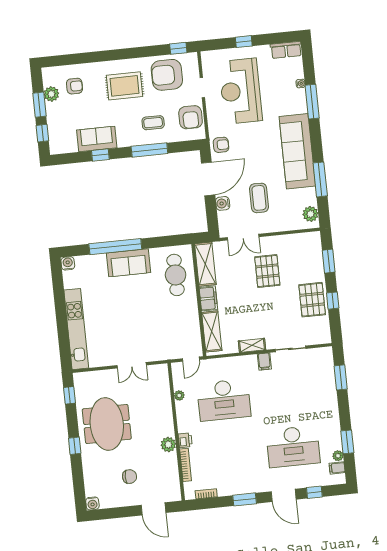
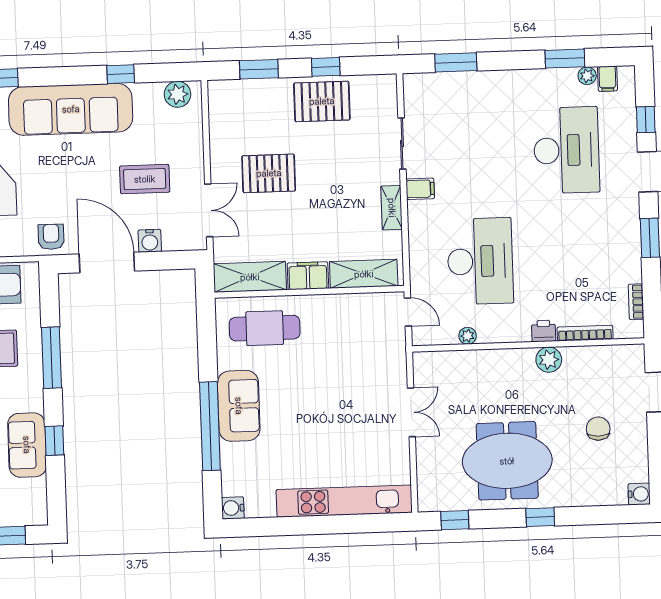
window: (320, 179) -> (121, 74), width x0.46

